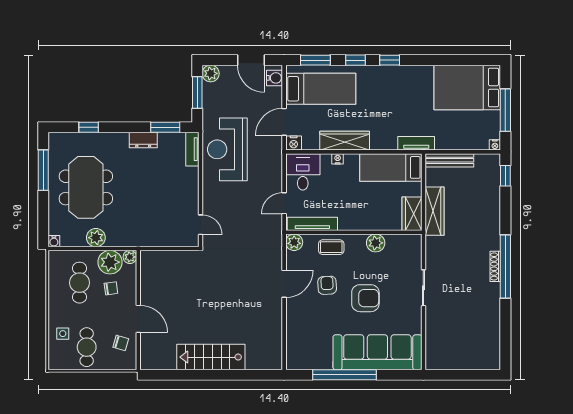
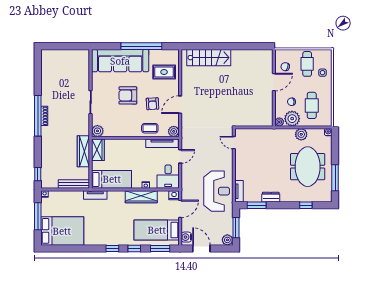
plant: (376, 243) -> (97, 131), moved
door: (138, 319) -> (274, 82), swing flipped
rug: (309, 335) -> (164, 72), added
stairs: (211, 357) -> (209, 58), moved

